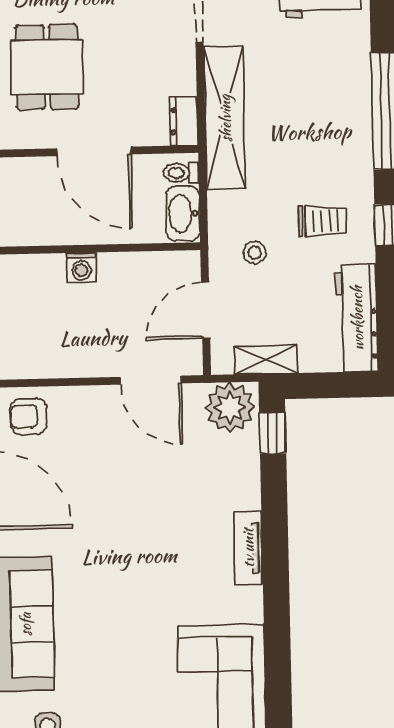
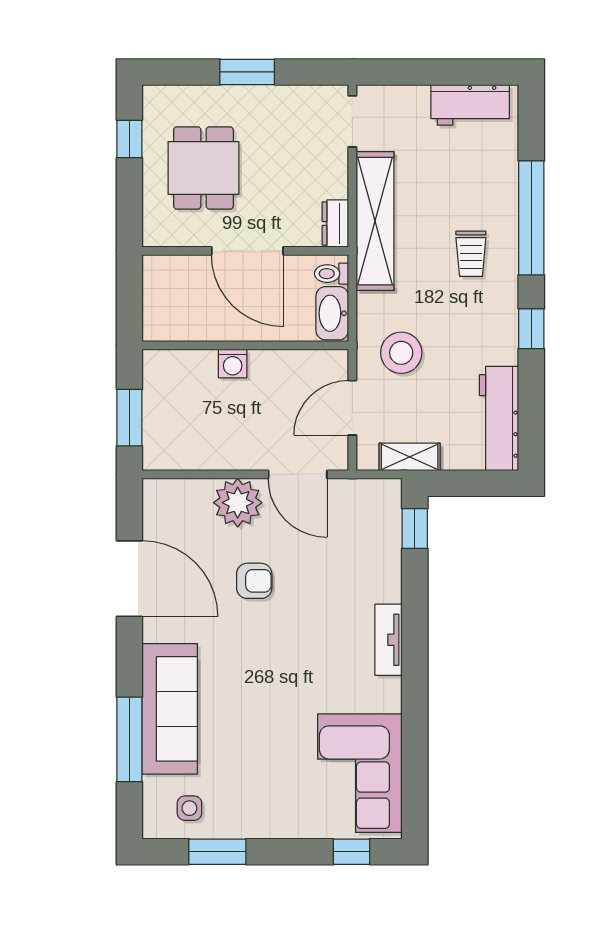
trolley: (322, 221) -> (471, 254), moved, turned 90
stool: (255, 253) -> (401, 353), width x1.89, depth x1.89
plant: (230, 407) -> (238, 503), moved
armchair: (29, 417) -> (254, 581), moved, turned 180

